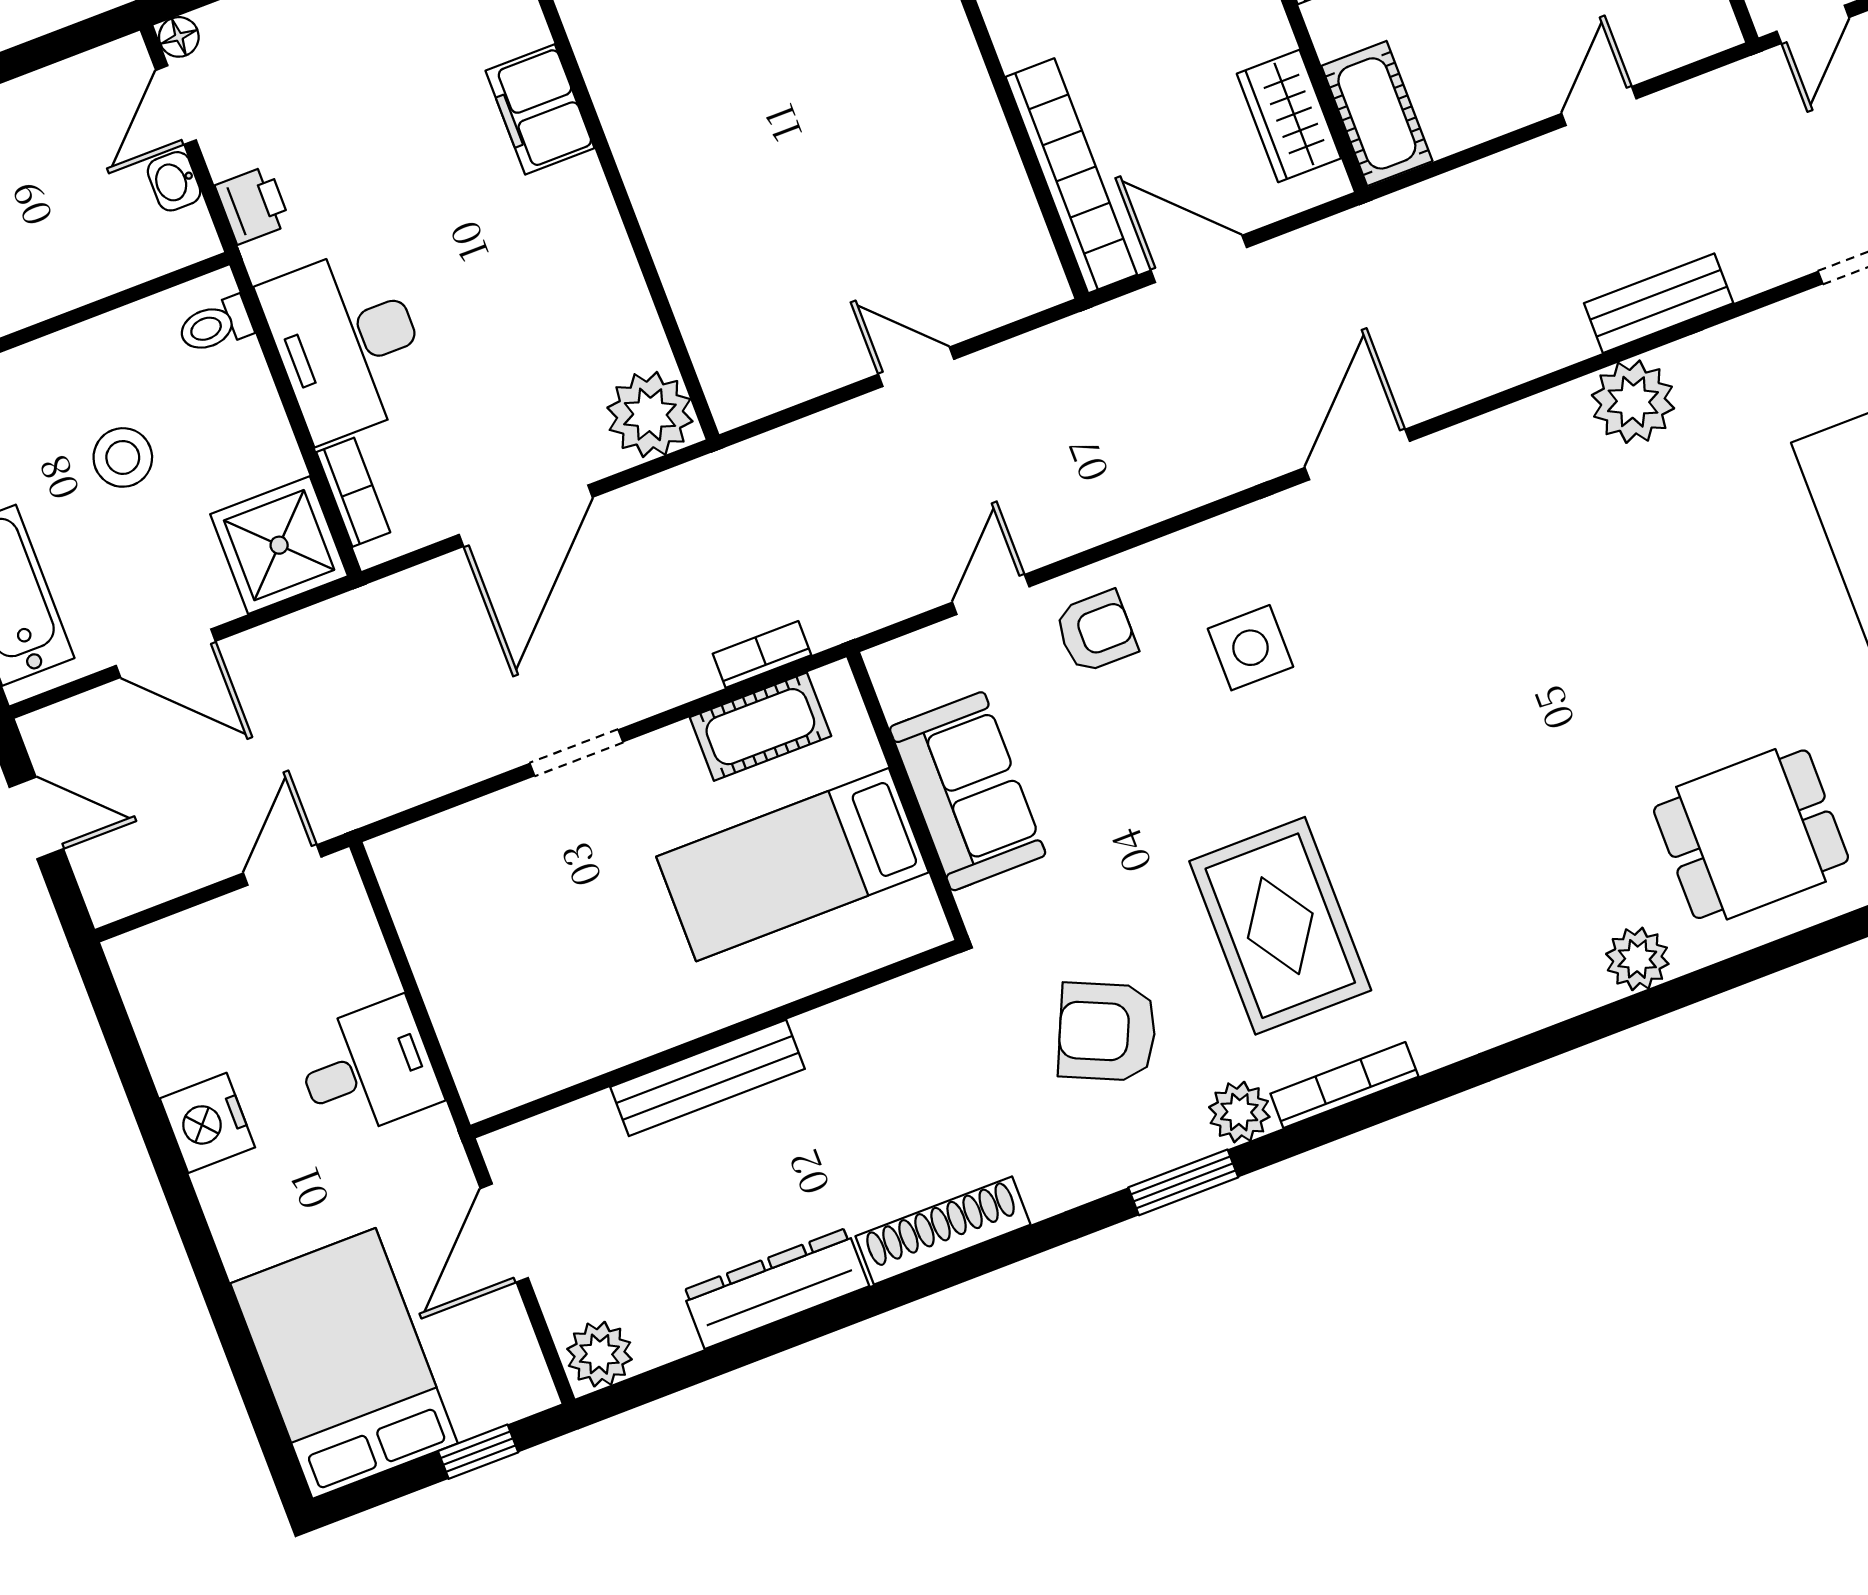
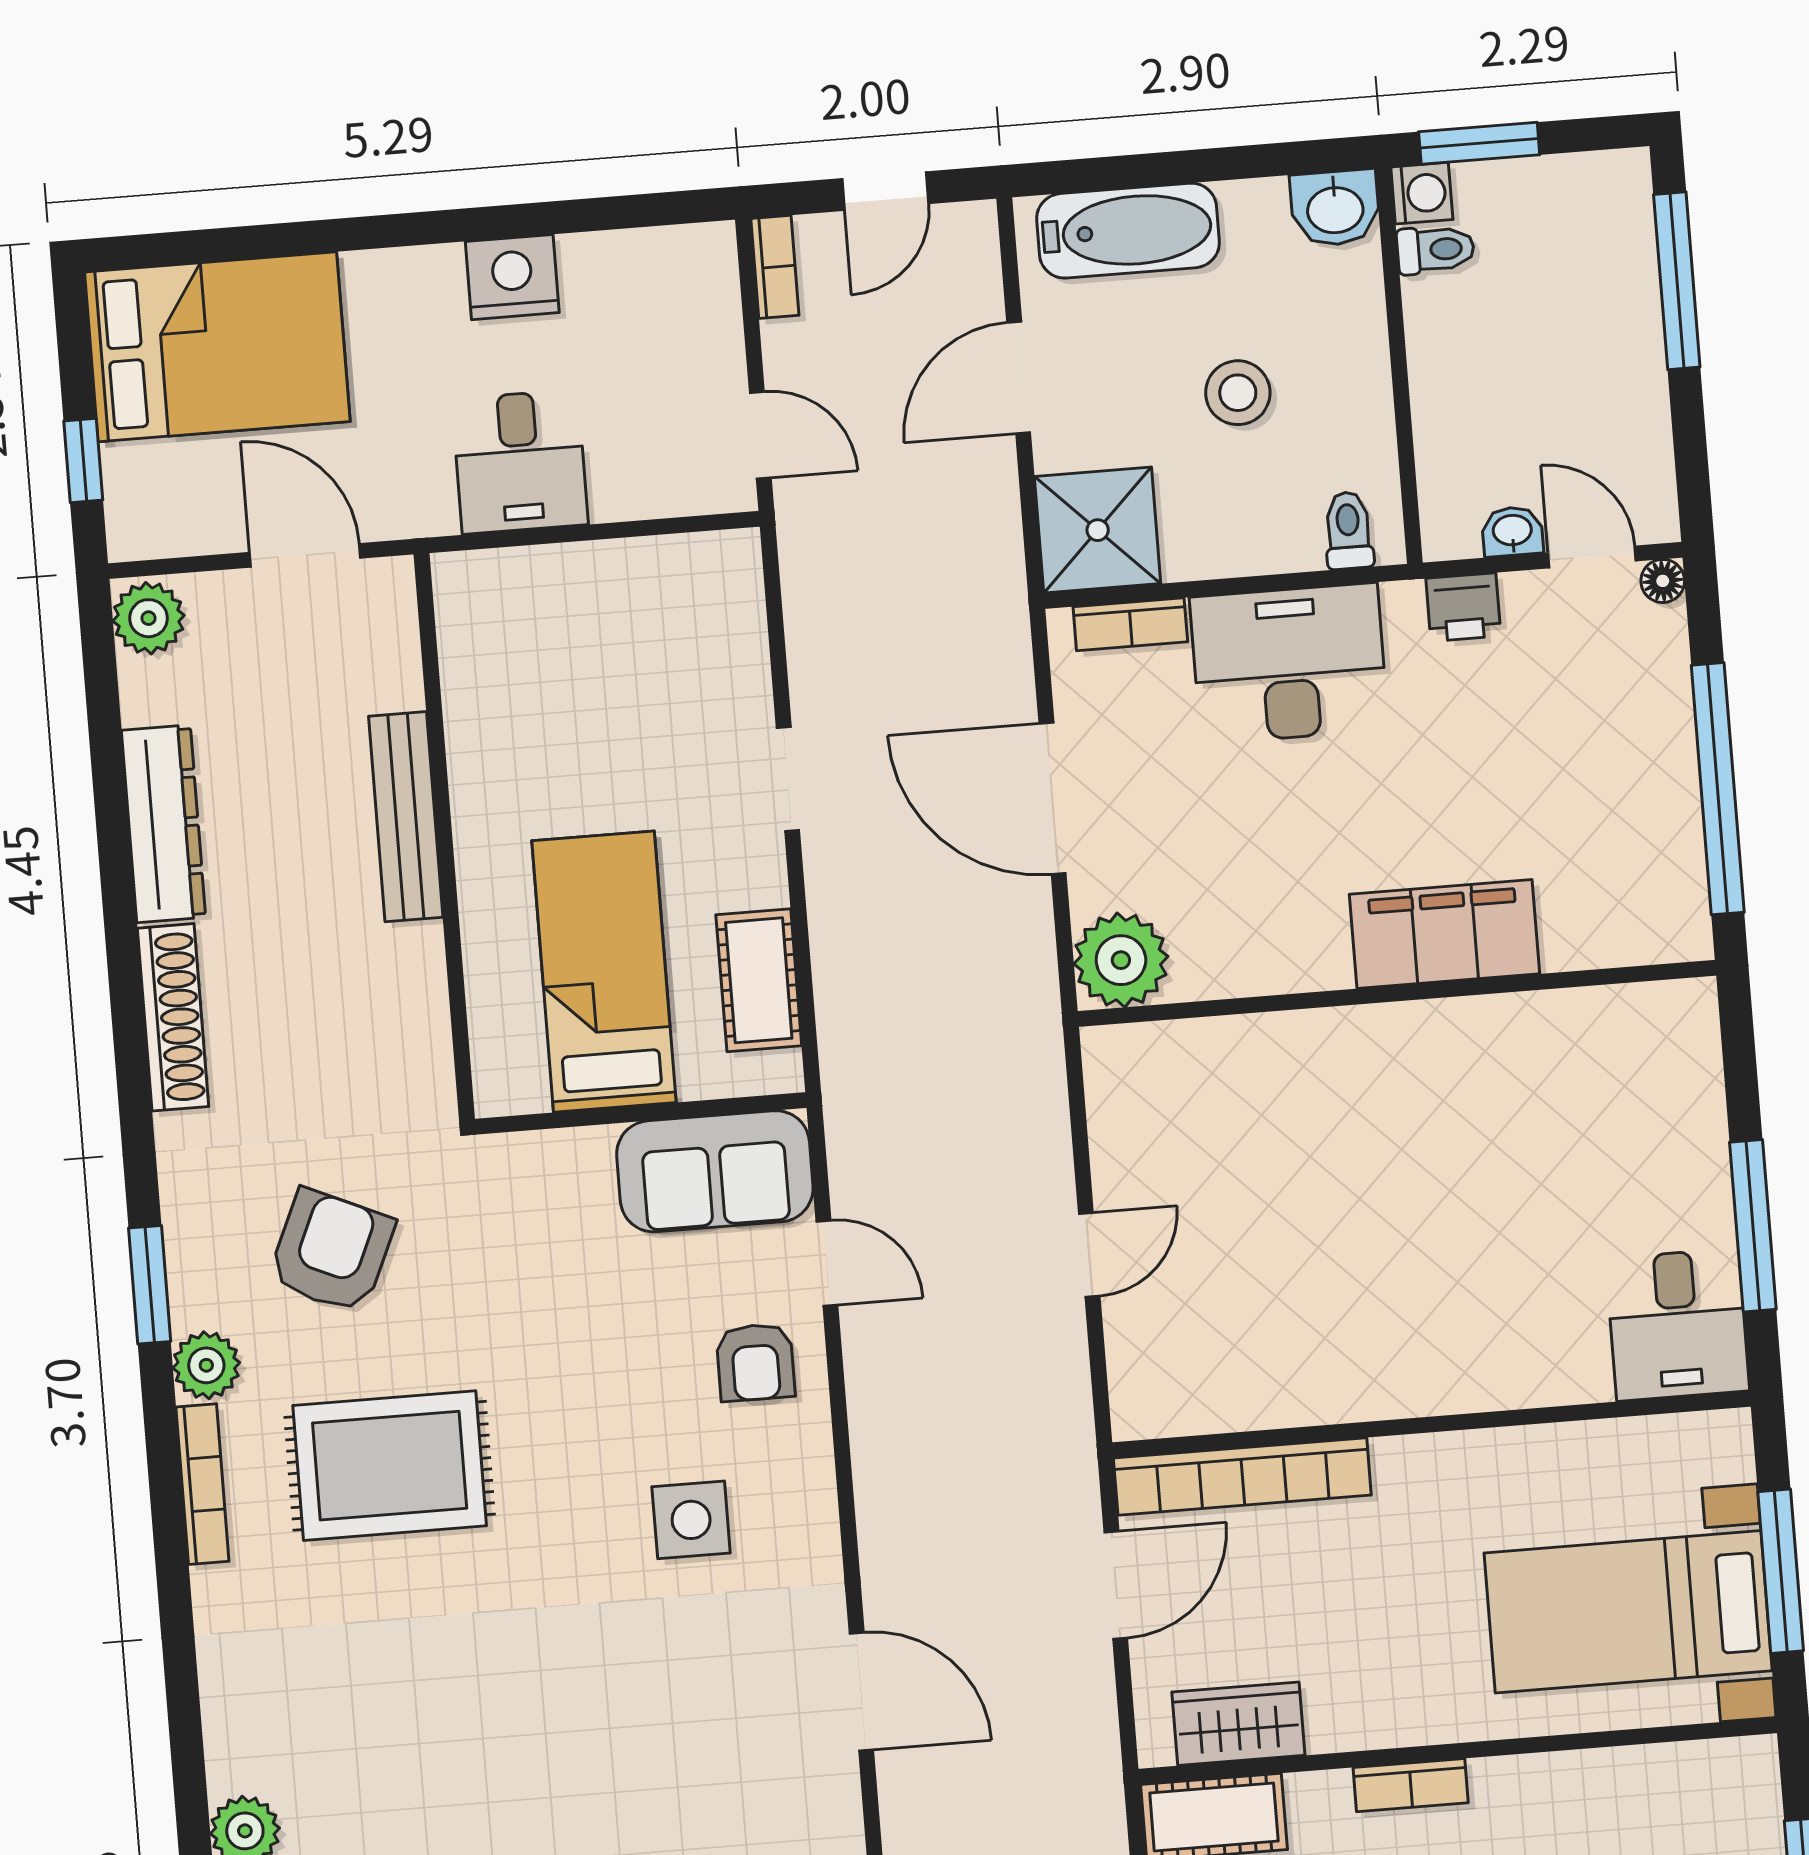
filing cabinet: (540, 109) -> (1445, 934), width x1.50, depth x1.17
bookcase: (762, 654) -> (775, 267), moved
sofa: (968, 791) -> (715, 1171), moved

